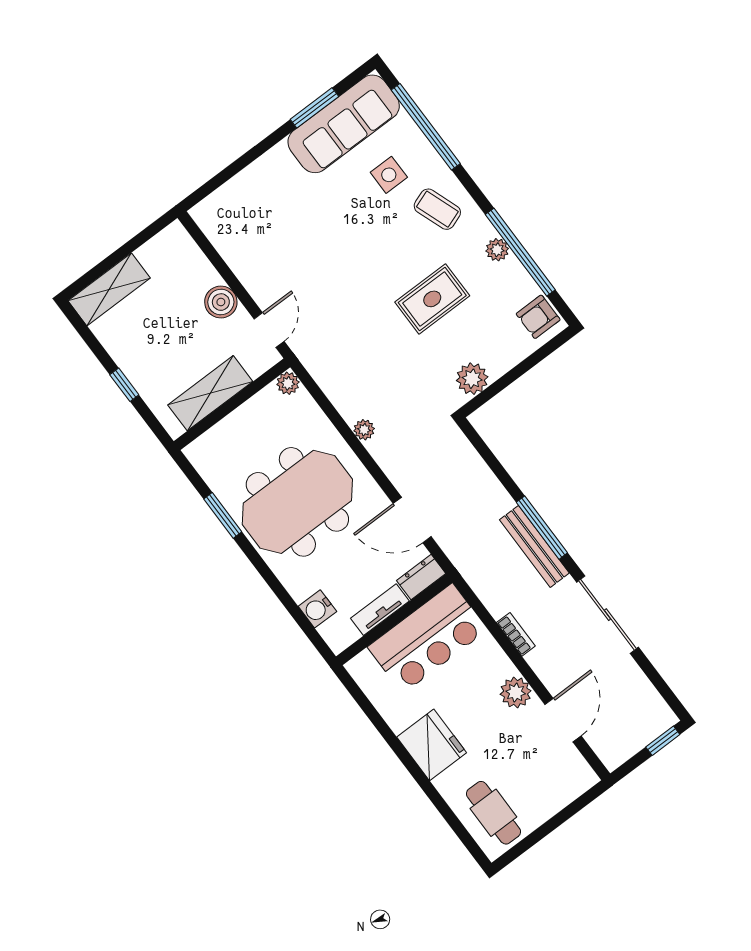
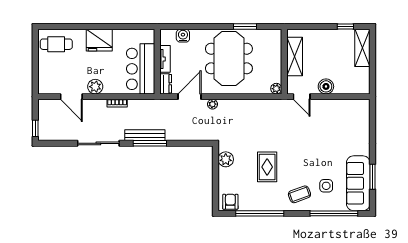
plant: (497, 250) -> (267, 205), removed
window: (124, 385) -> (345, 27), moved
plant: (364, 430) -> (212, 104), moved

